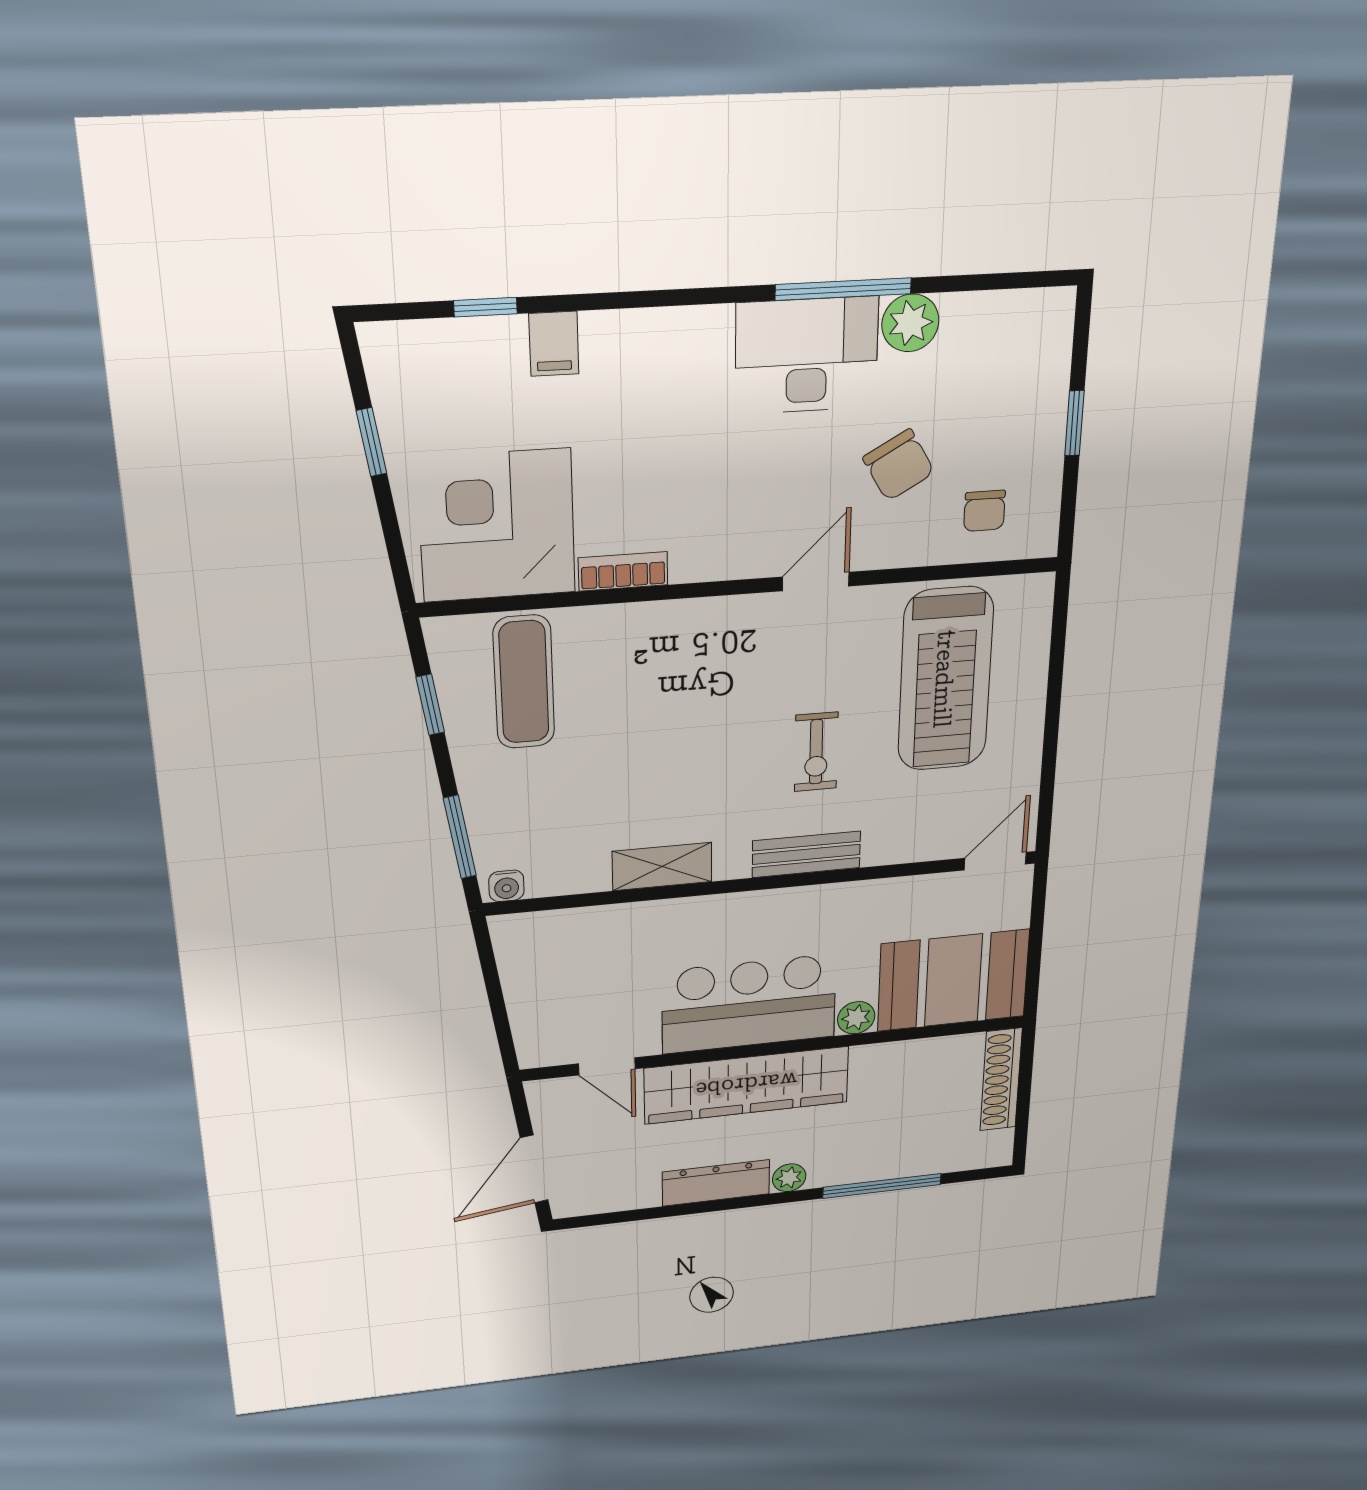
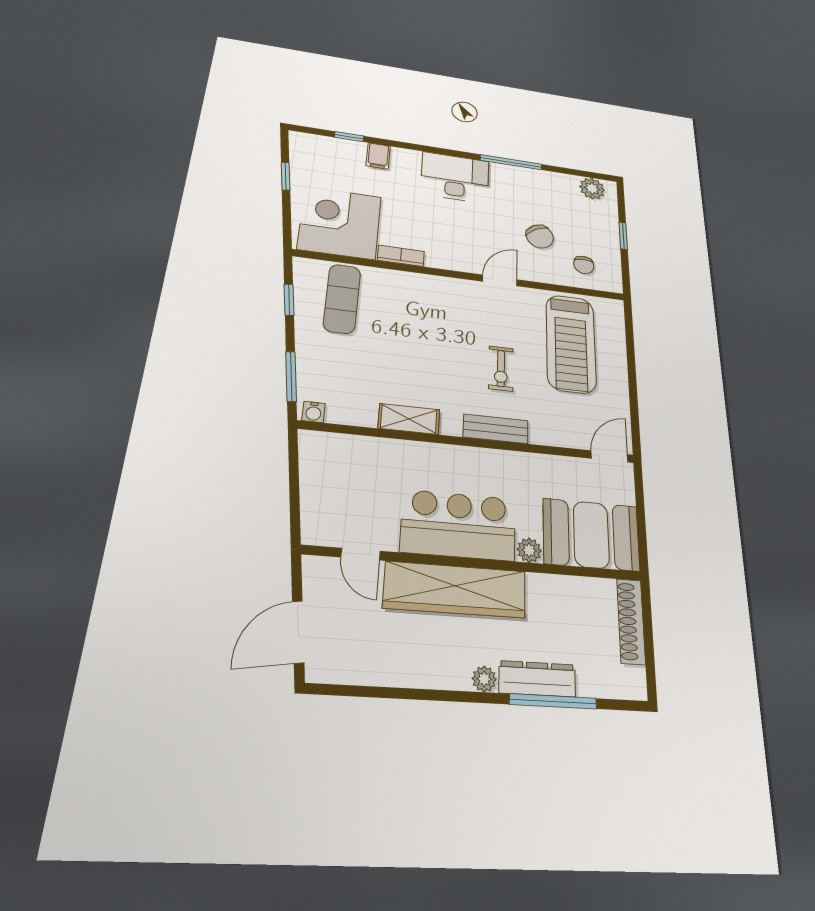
plant: (910, 323) -> (592, 188), moved
desk: (807, 355) -> (455, 177), moved
dresser: (716, 1183) -> (537, 679), moved

